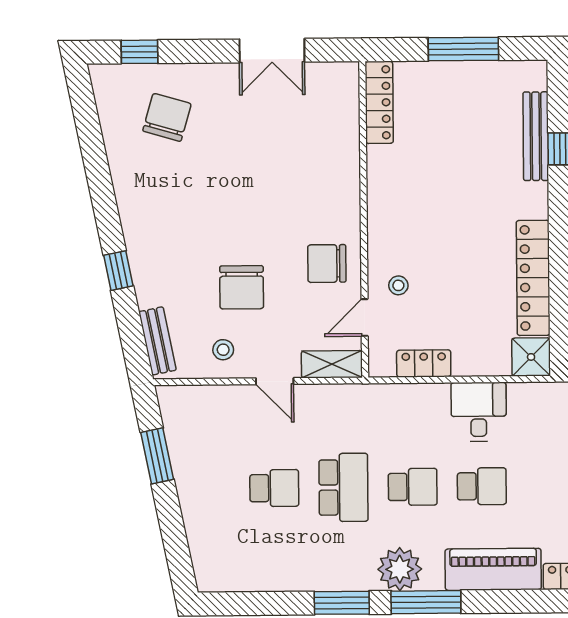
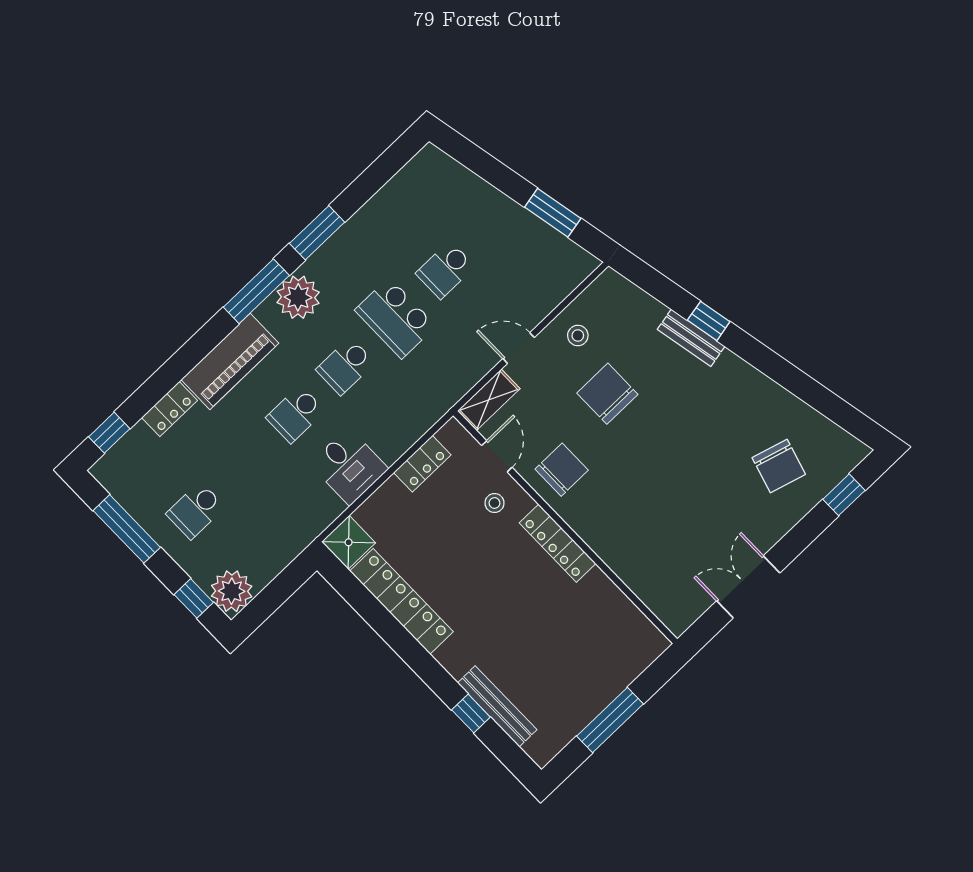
locker: (379, 102) -> (558, 543), moved
bench: (157, 341) -> (691, 338), moved

